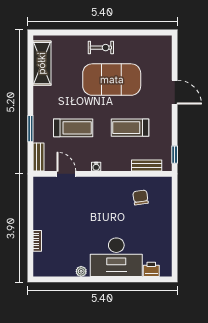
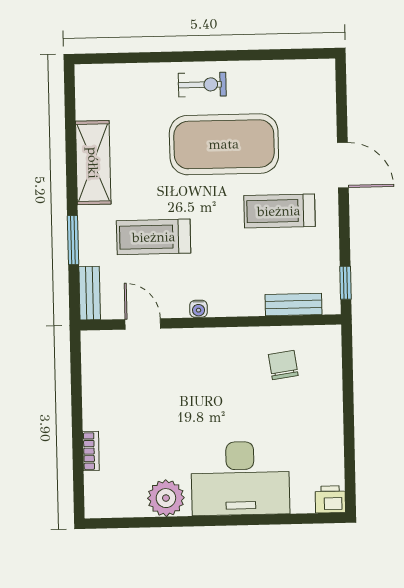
shelving: (42, 63) -> (93, 163), moved
treadmill: (73, 128) -> (154, 237), turned 180
treadmill: (130, 128) -> (279, 211), moved
printer: (151, 269) -> (330, 499), moved
plant: (81, 271) -> (166, 498), width x1.88, depth x1.88

